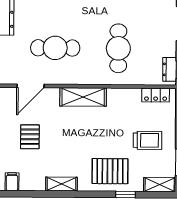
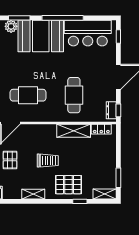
shelving: (83, 97) -> (74, 131), moved
trolley: (148, 140) -> (48, 161), moved

